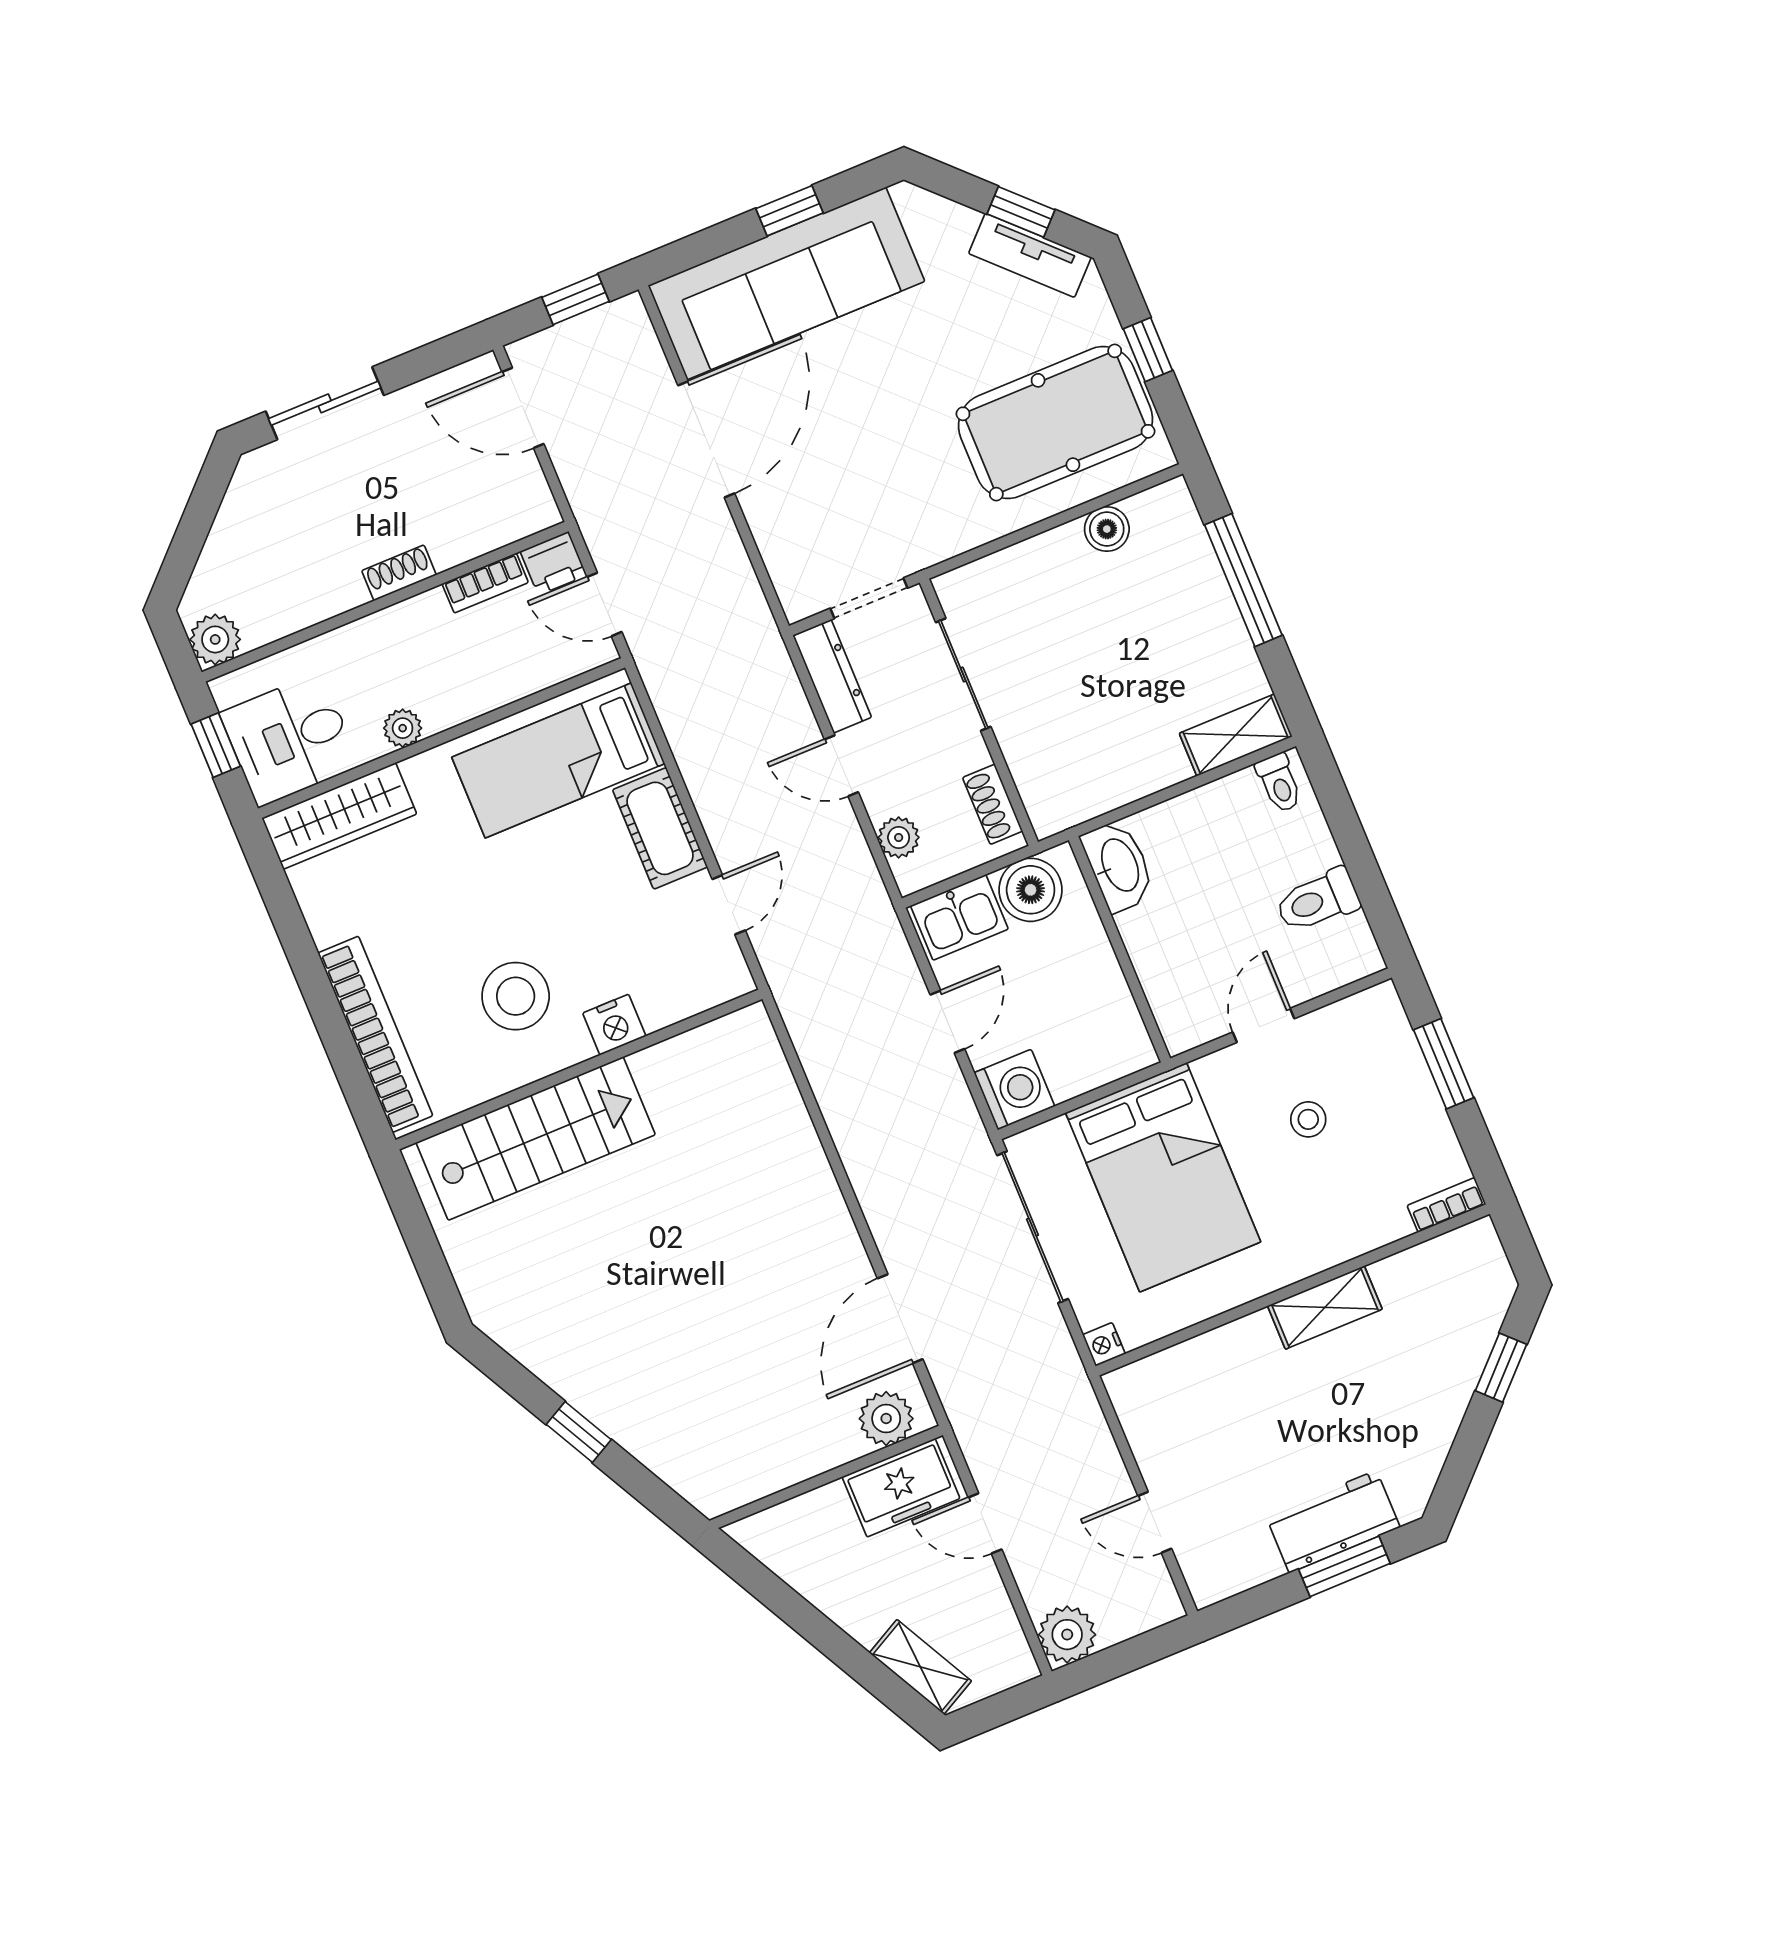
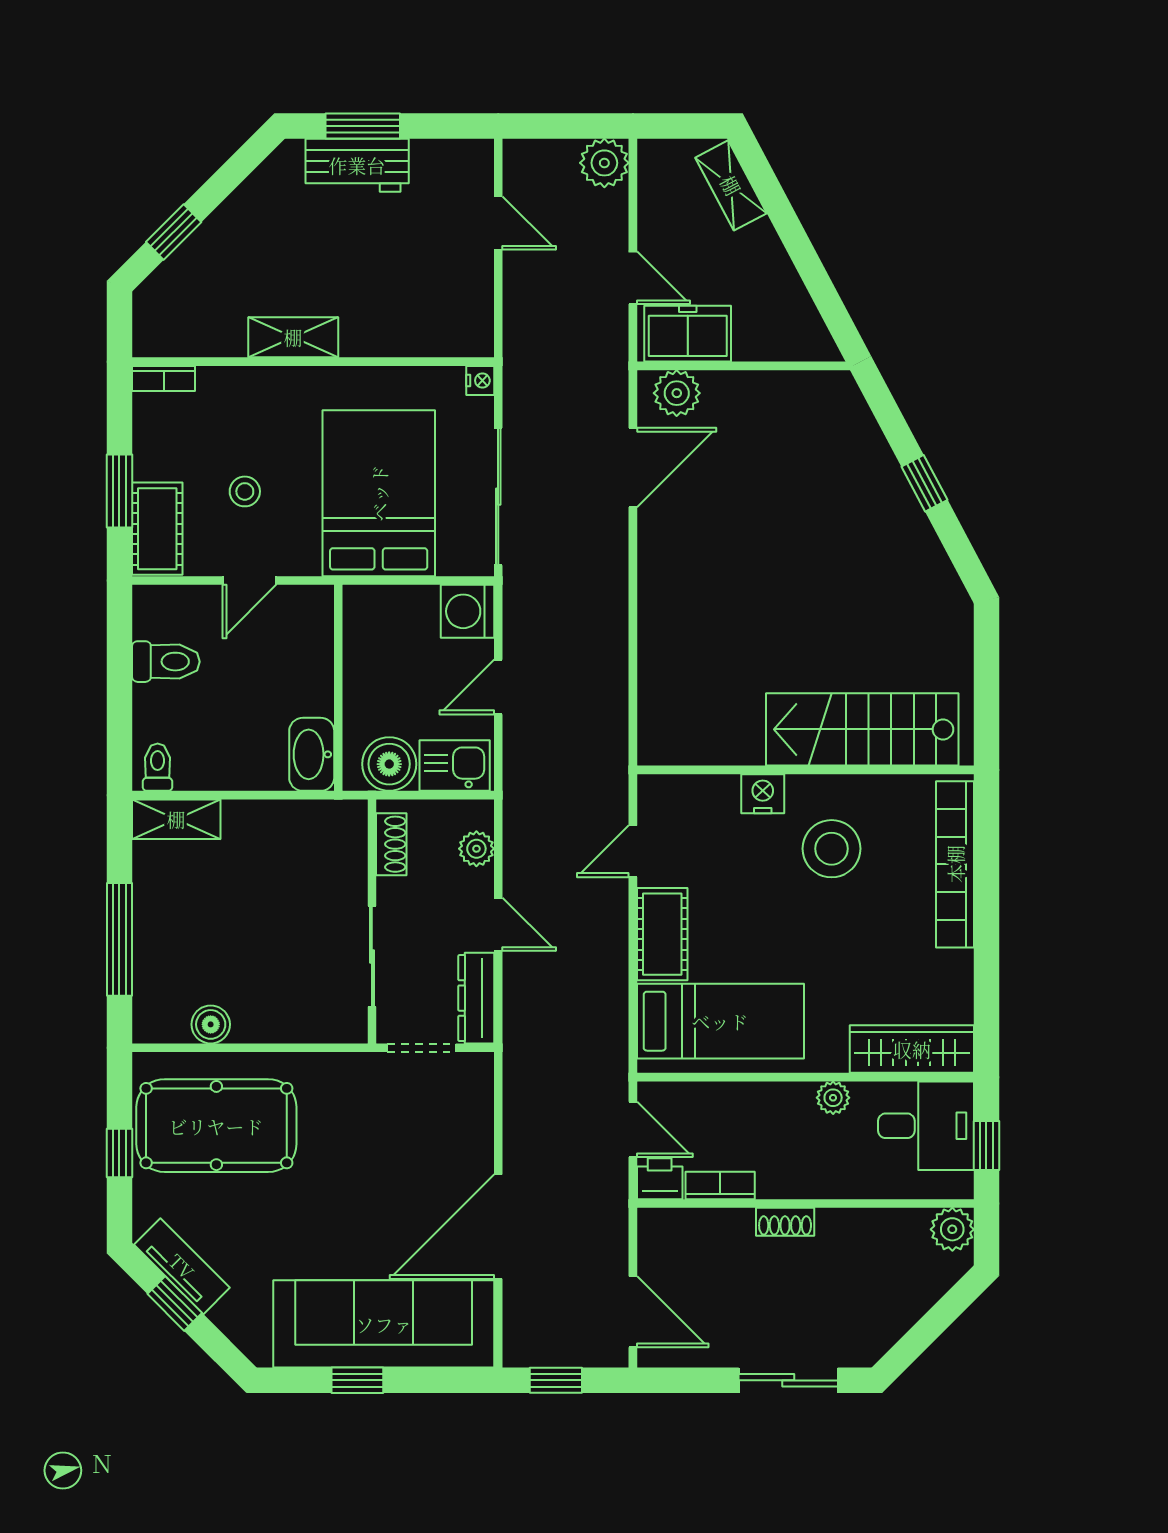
cot: (1386, 1040) -> (157, 529), added

